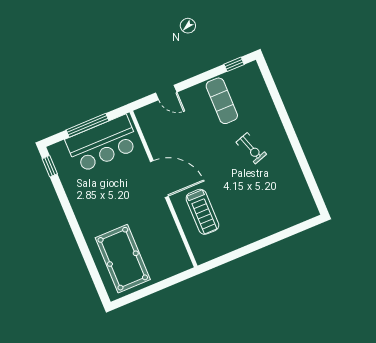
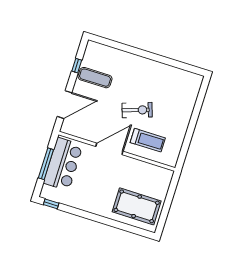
window: (234, 64) -> (77, 66), moved
door: (166, 92) -> (64, 105), width x1.88
exercise bike: (251, 148) -> (137, 110), moved, width x1.38, depth x1.39

